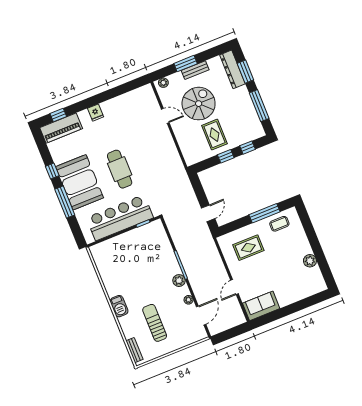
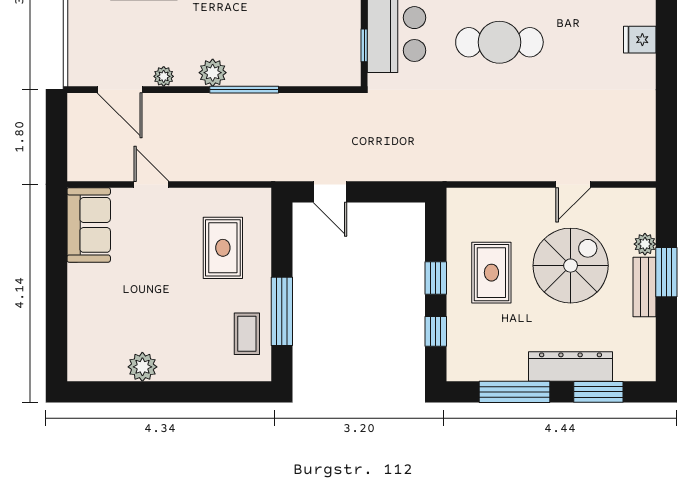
dresser: (232, 69) -> (571, 366), moved
plant: (163, 83) -> (645, 244), moved
spiral stairs: (199, 104) -> (571, 266), turned -90
rug: (214, 135) -> (491, 273), turned 90

